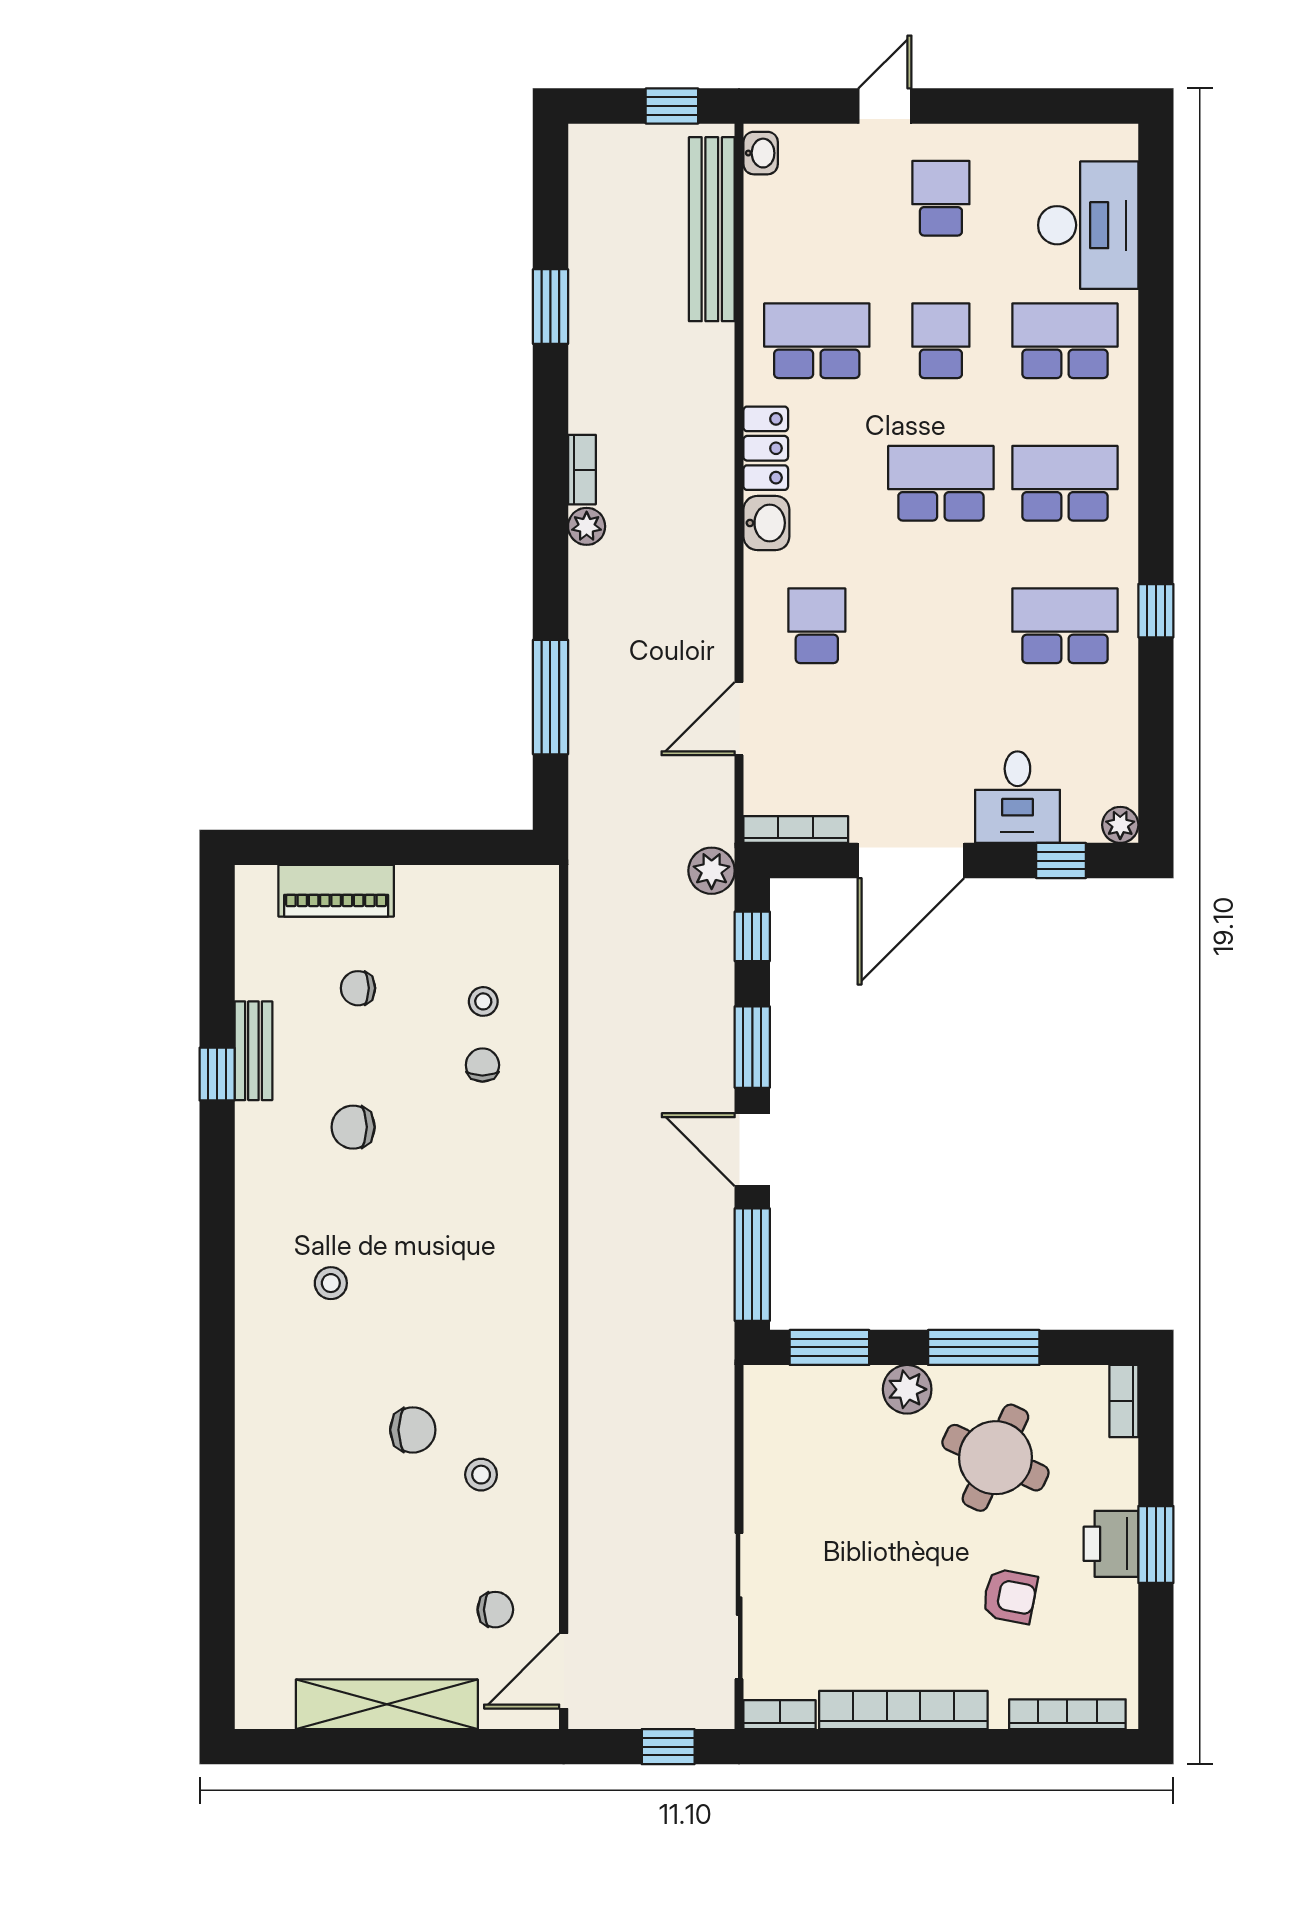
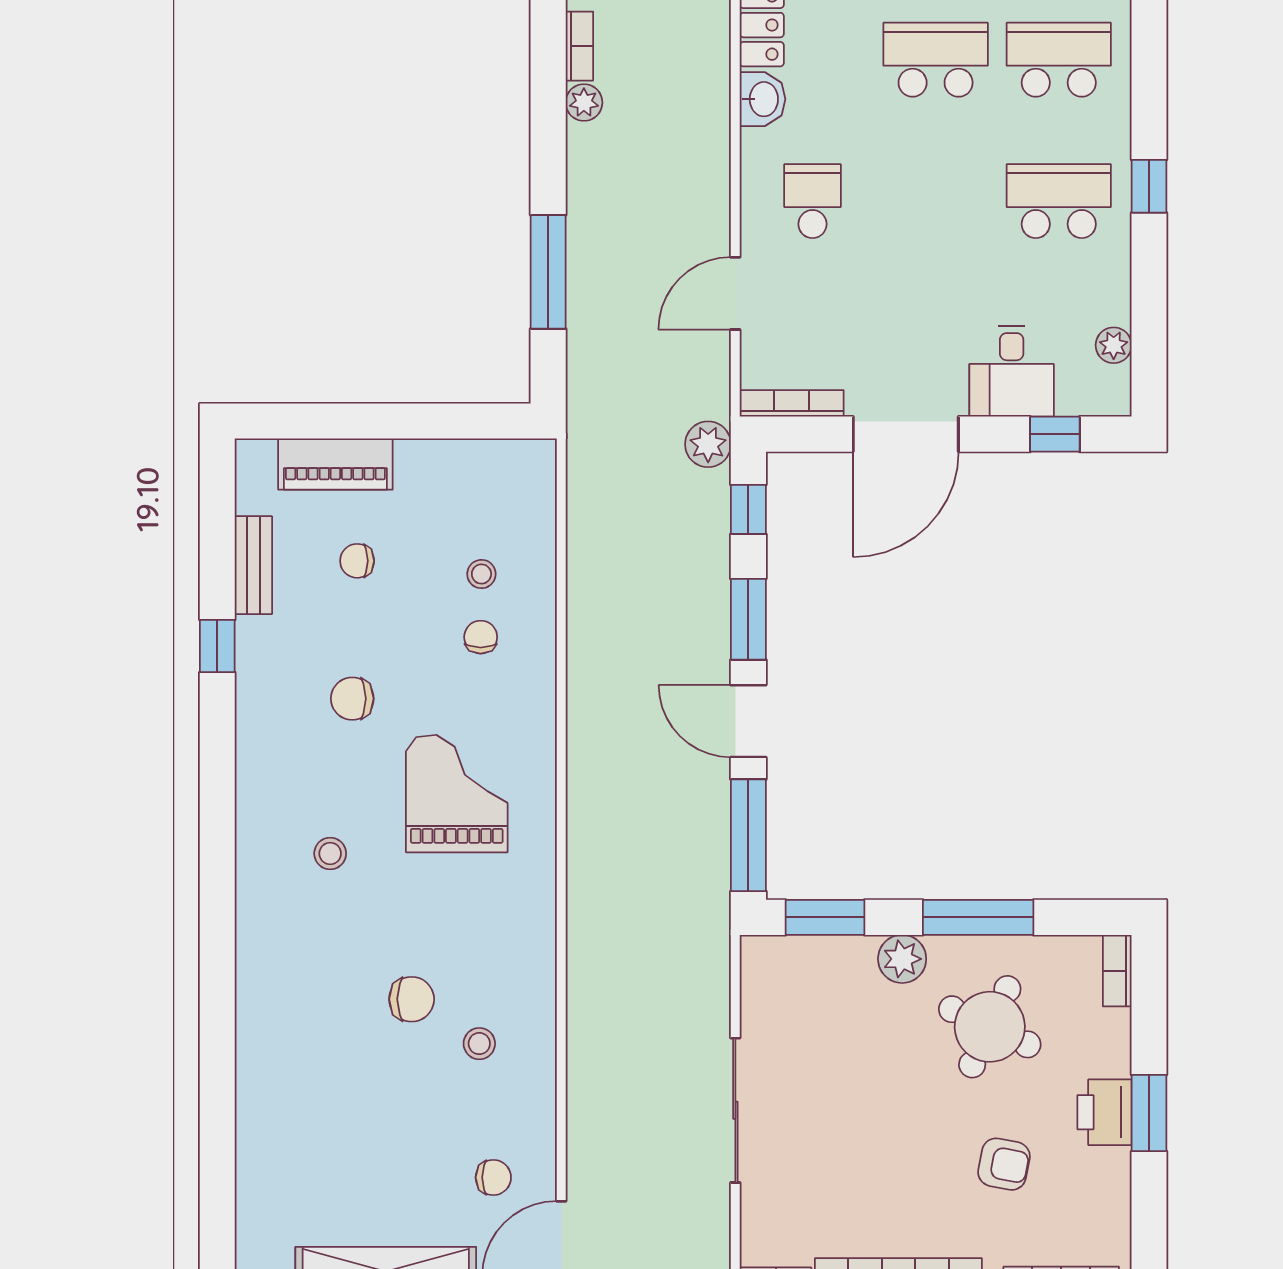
plant: (1120, 825) -> (1114, 345), moved
bench: (253, 1051) -> (253, 565), moved
grand piano: (458, 1223) -> (457, 794), added
sliding door: (739, 1606) -> (735, 1110), moved

